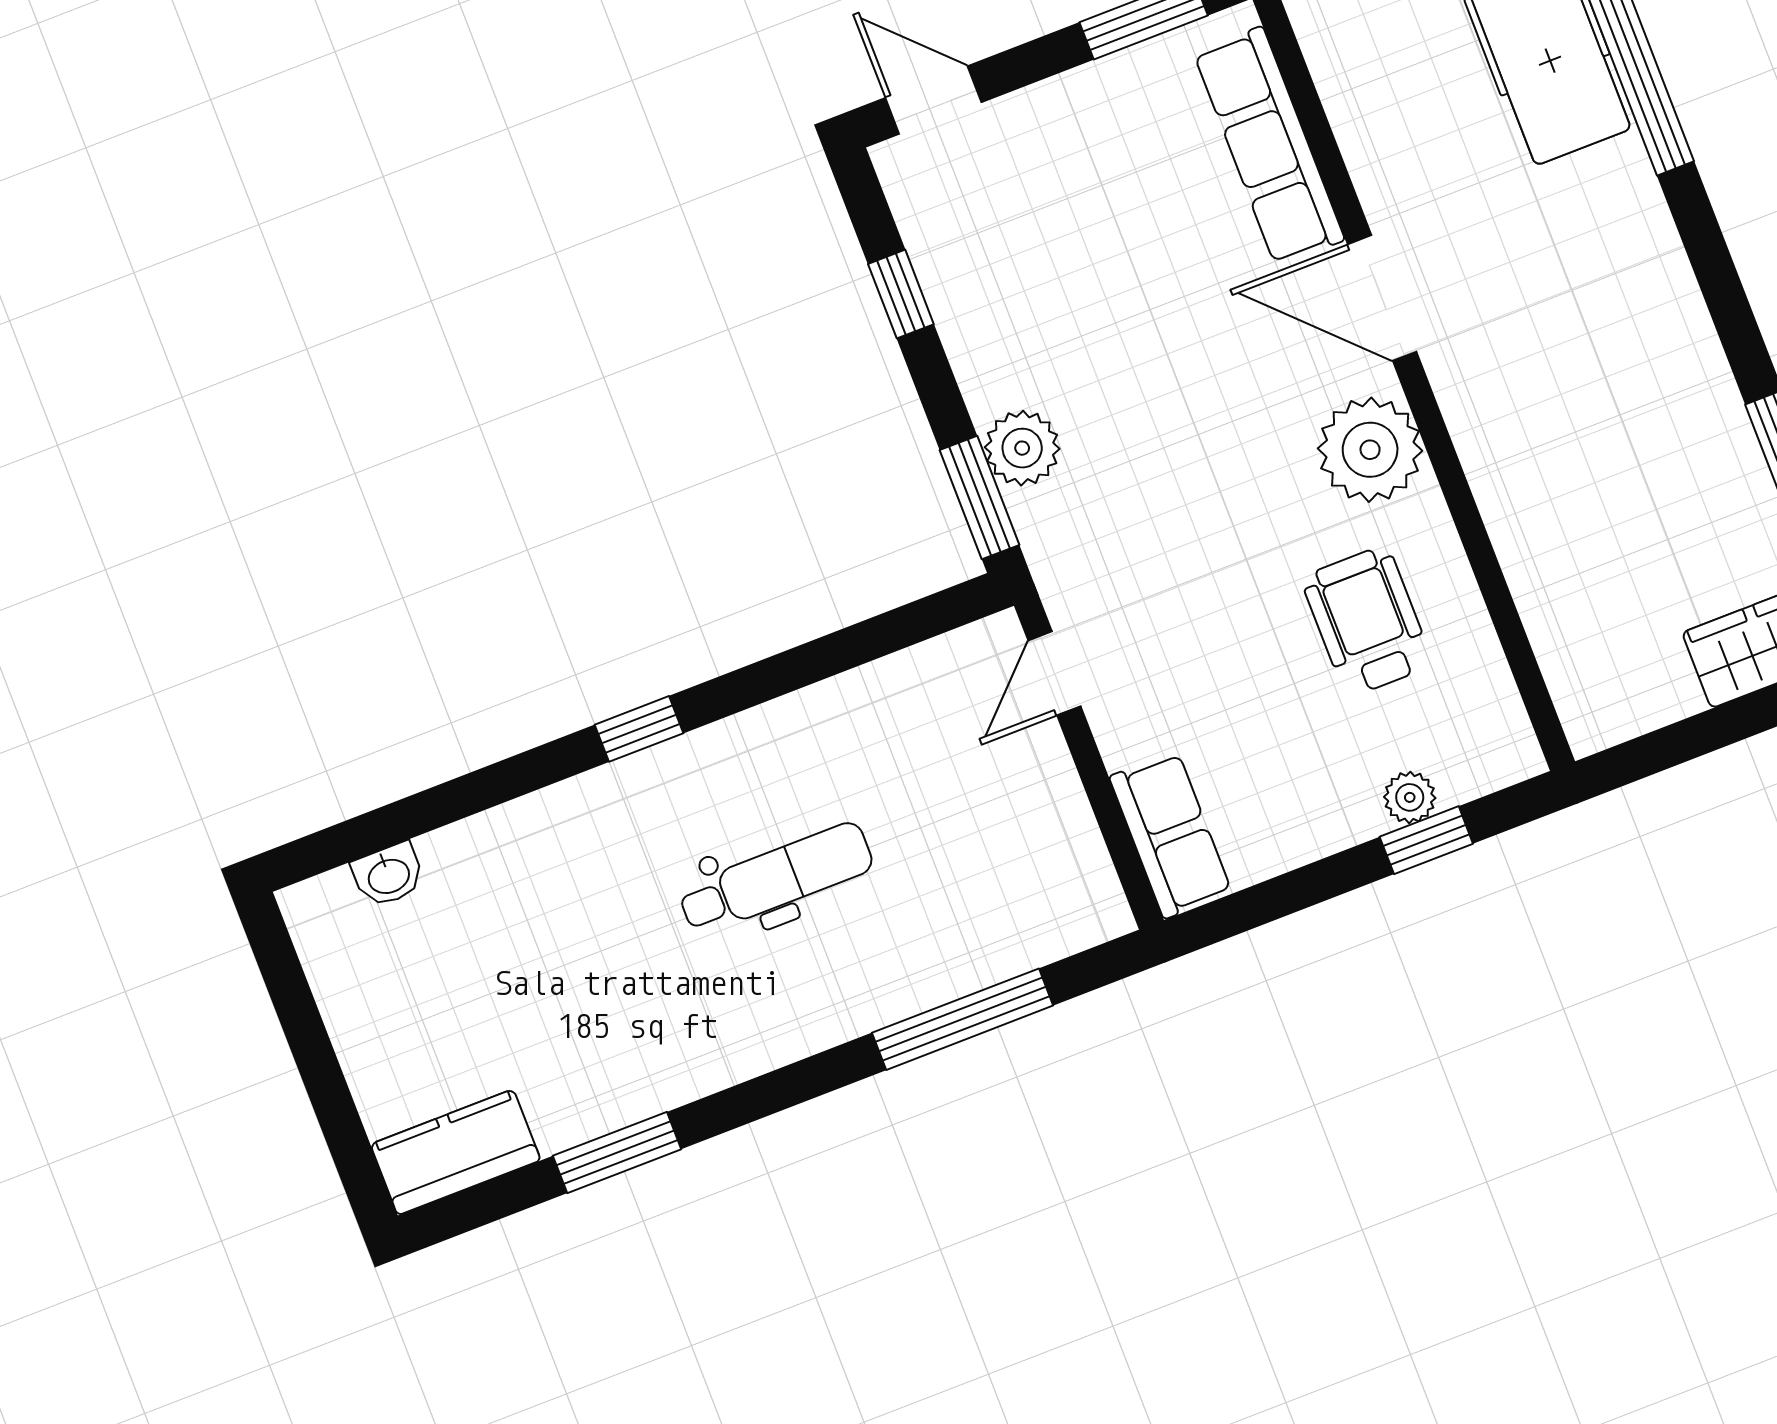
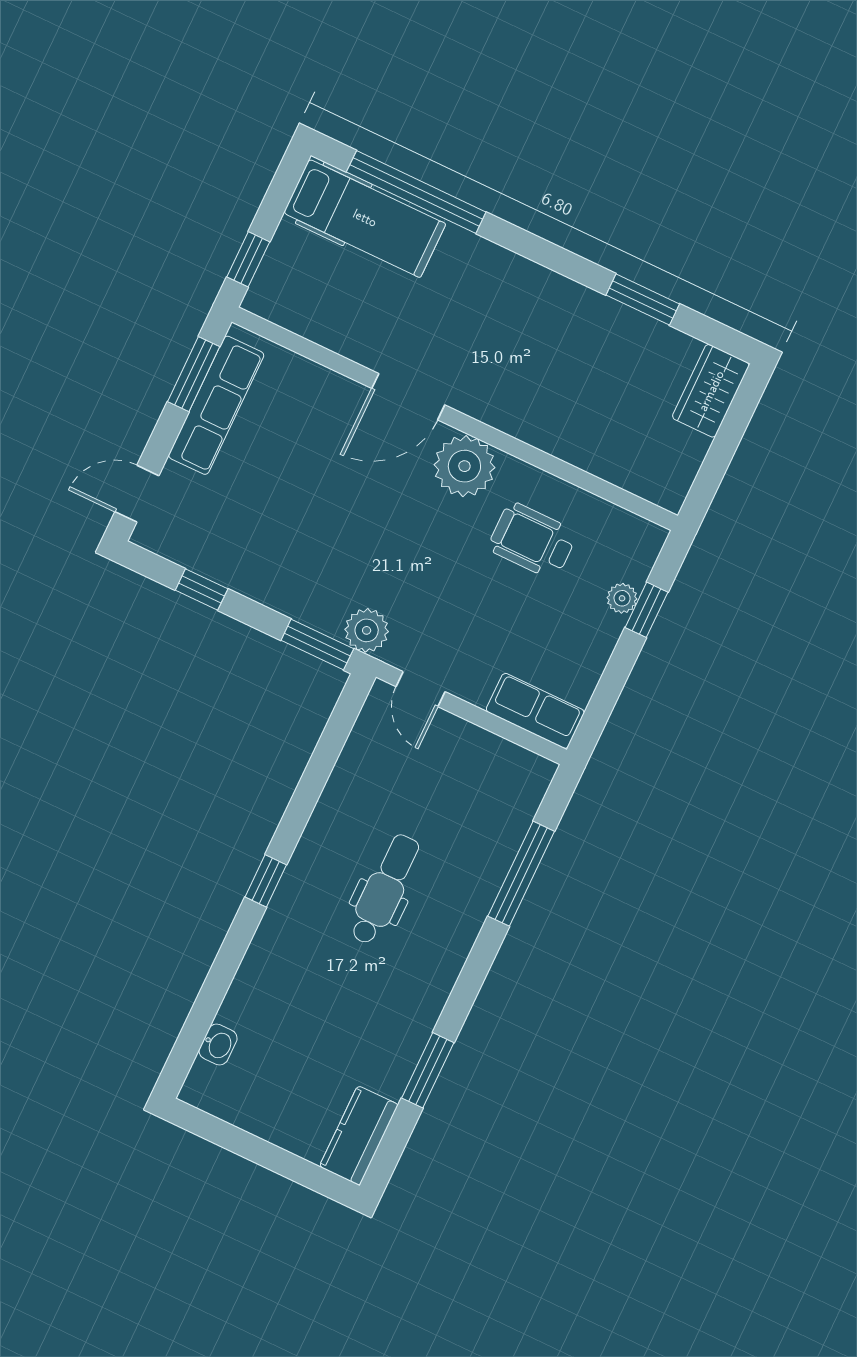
row of seats: (1269, 146) -> (216, 405), moved, turned -90
plant: (1022, 448) -> (367, 630), moved

